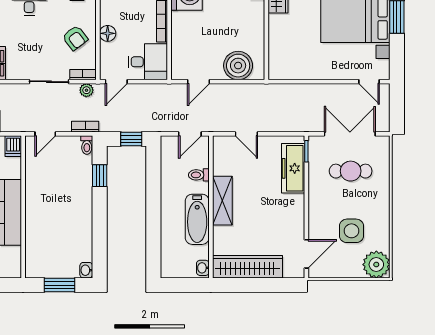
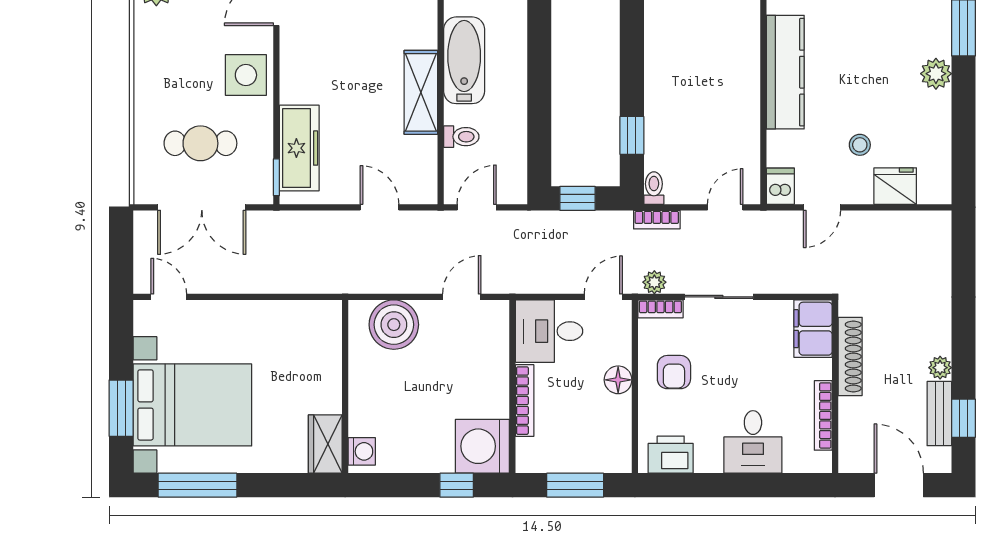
armchair: (75, 38) -> (674, 372), turned -142
side table: (351, 231) -> (246, 75), moved

